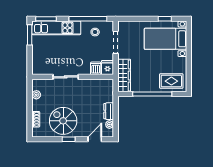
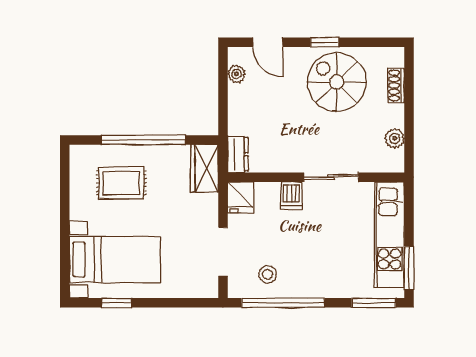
kitchen unit: (56, 28) -> (390, 235), moved, turned -90
dishwasher: (96, 68) -> (291, 196), moved
wardrobe: (124, 75) -> (205, 168), width x0.67
rug: (171, 81) -> (121, 183), moved
dresser: (109, 111) -> (238, 154), moved
spiral stairs: (63, 121) -> (337, 82), turned 180
door: (95, 139) -> (268, 42), hinge flipped

